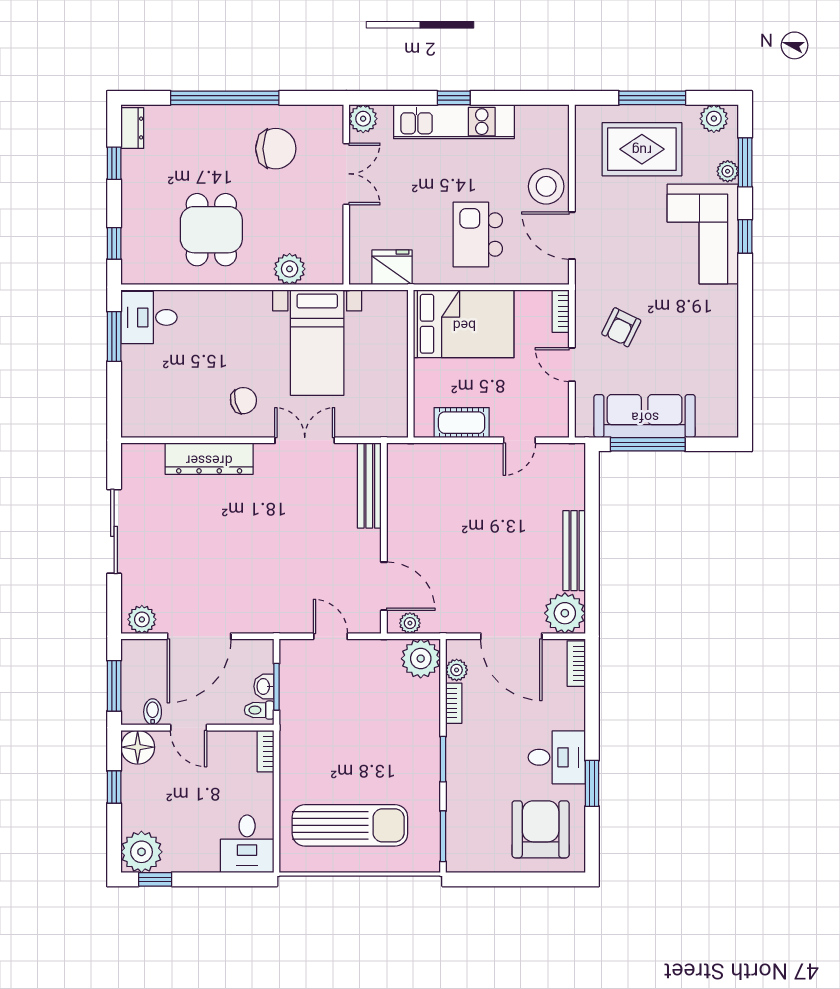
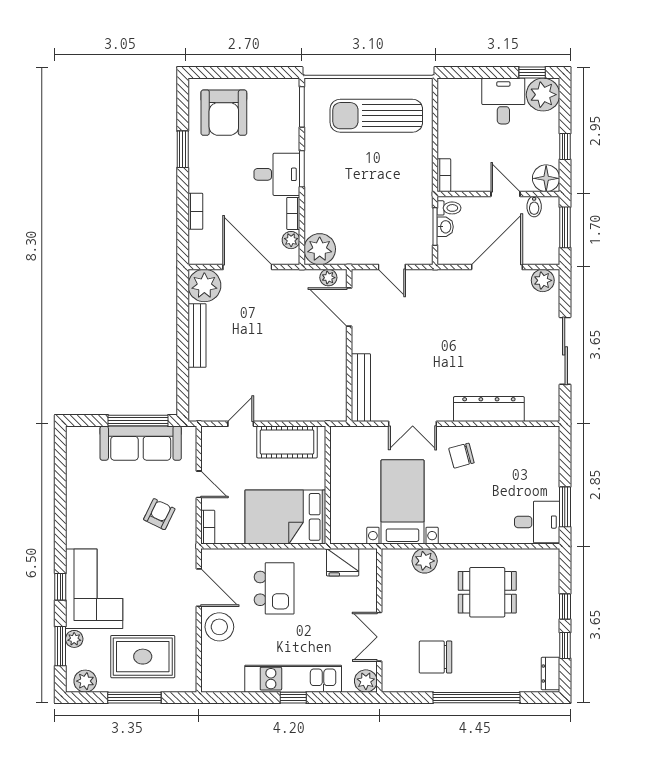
dining table: (211, 230) -> (487, 592), turned 90
window: (114, 243) -> (565, 606), moved
cot: (462, 423) -> (287, 442), width x1.37, depth x1.34
bookcase: (576, 664) -> (195, 211), moved
desk: (557, 757) -> (277, 174), moved, turned 180
desk: (247, 844) -> (503, 101), moved

